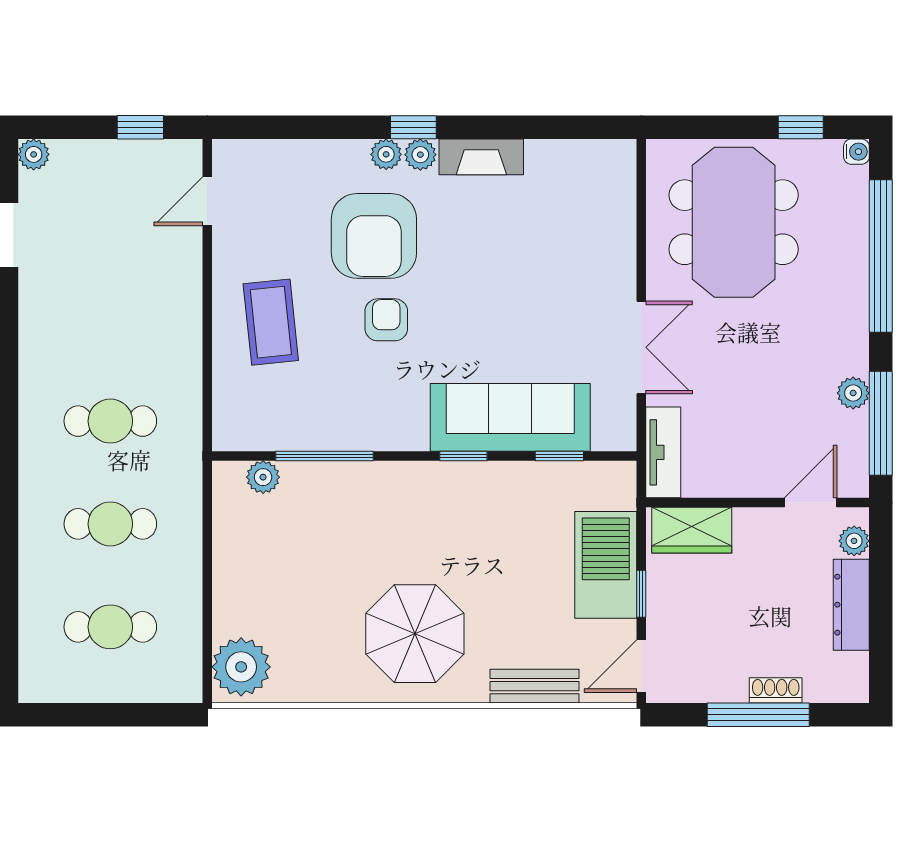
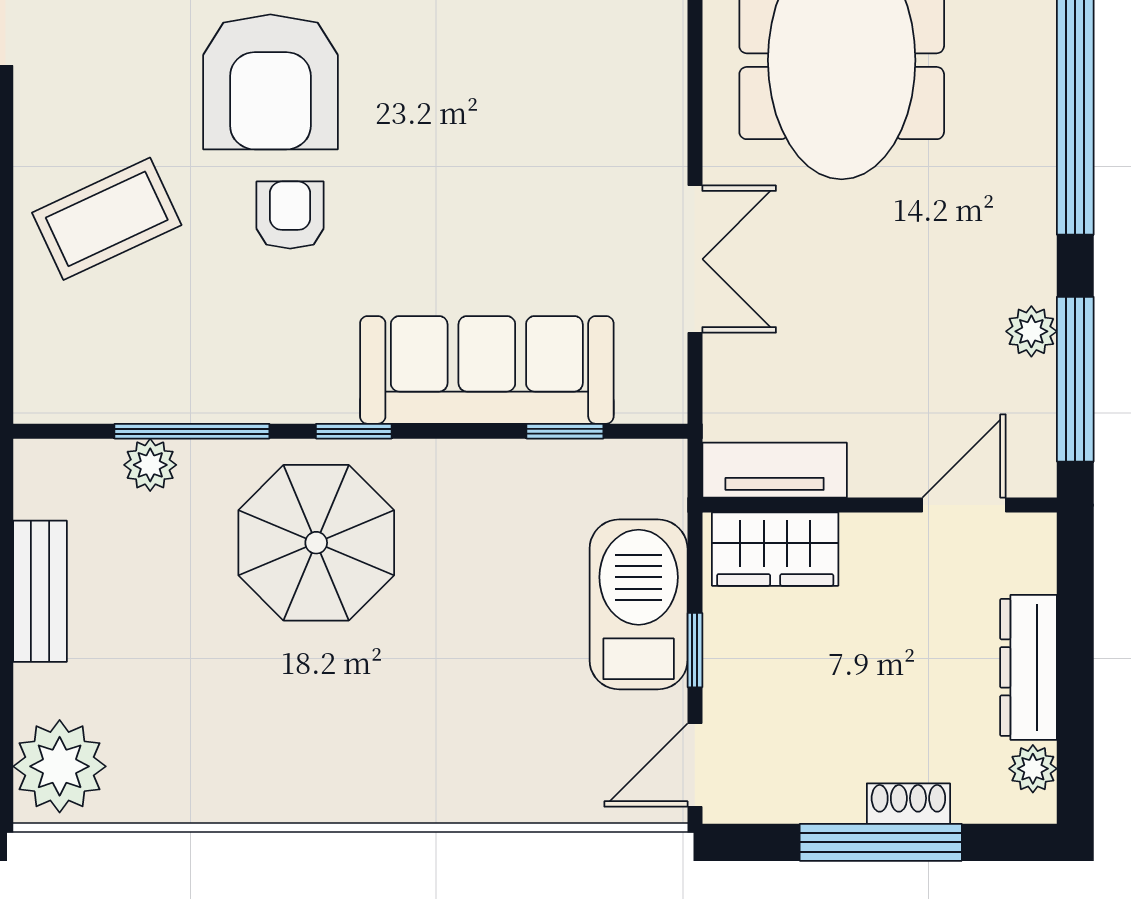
coffee table: (271, 322) -> (107, 219), turned 71
tv unit: (663, 452) -> (775, 470), moved, turned -90
window: (463, 456) -> (354, 431), moved
plant: (263, 477) -> (150, 465), moved
plant: (854, 541) -> (1033, 769), moved
parasol: (415, 634) -> (316, 543), moved
bench: (534, 686) -> (40, 591), moved, turned 90

